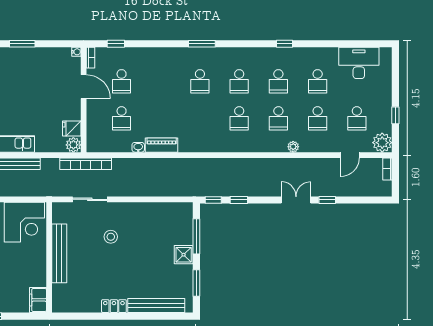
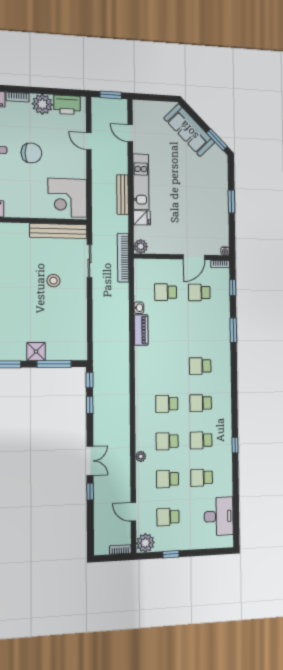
window: (202, 44) -> (233, 330), moved
fridge: (72, 129) -> (142, 218), moved, turned 90
bench: (59, 253) -> (58, 231), moved

